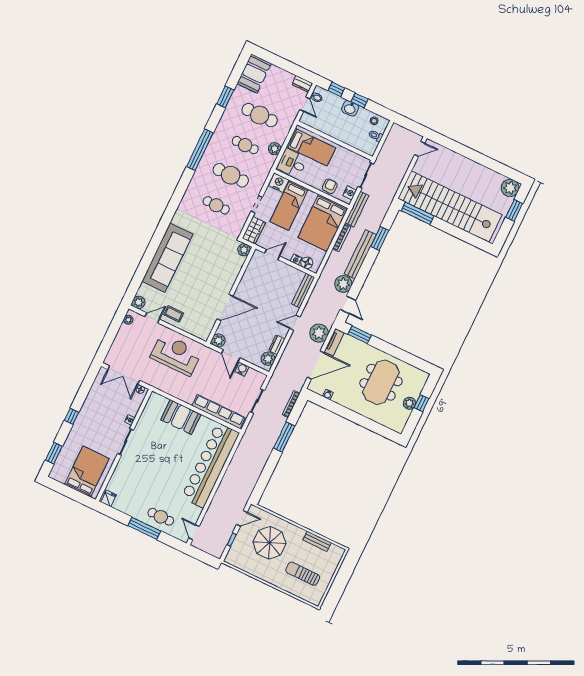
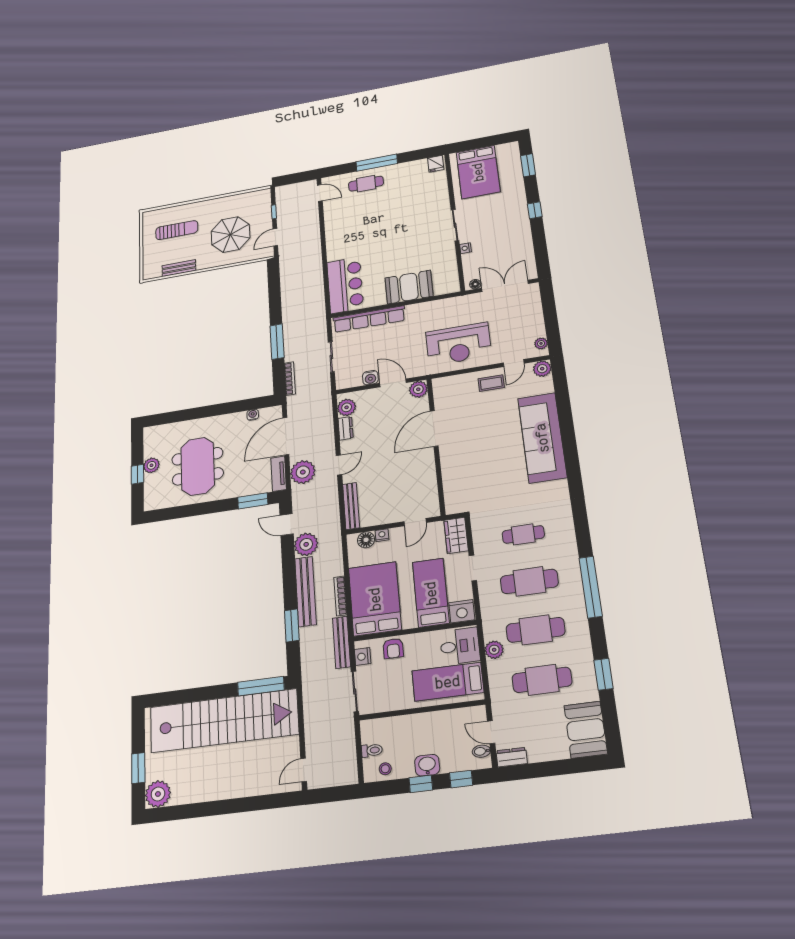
cafe table: (245, 145) -> (536, 630), width x1.37, depth x1.35
plant: (244, 250) -> (454, 506), removed
bar counter: (210, 465) -> (345, 285), width x0.54

